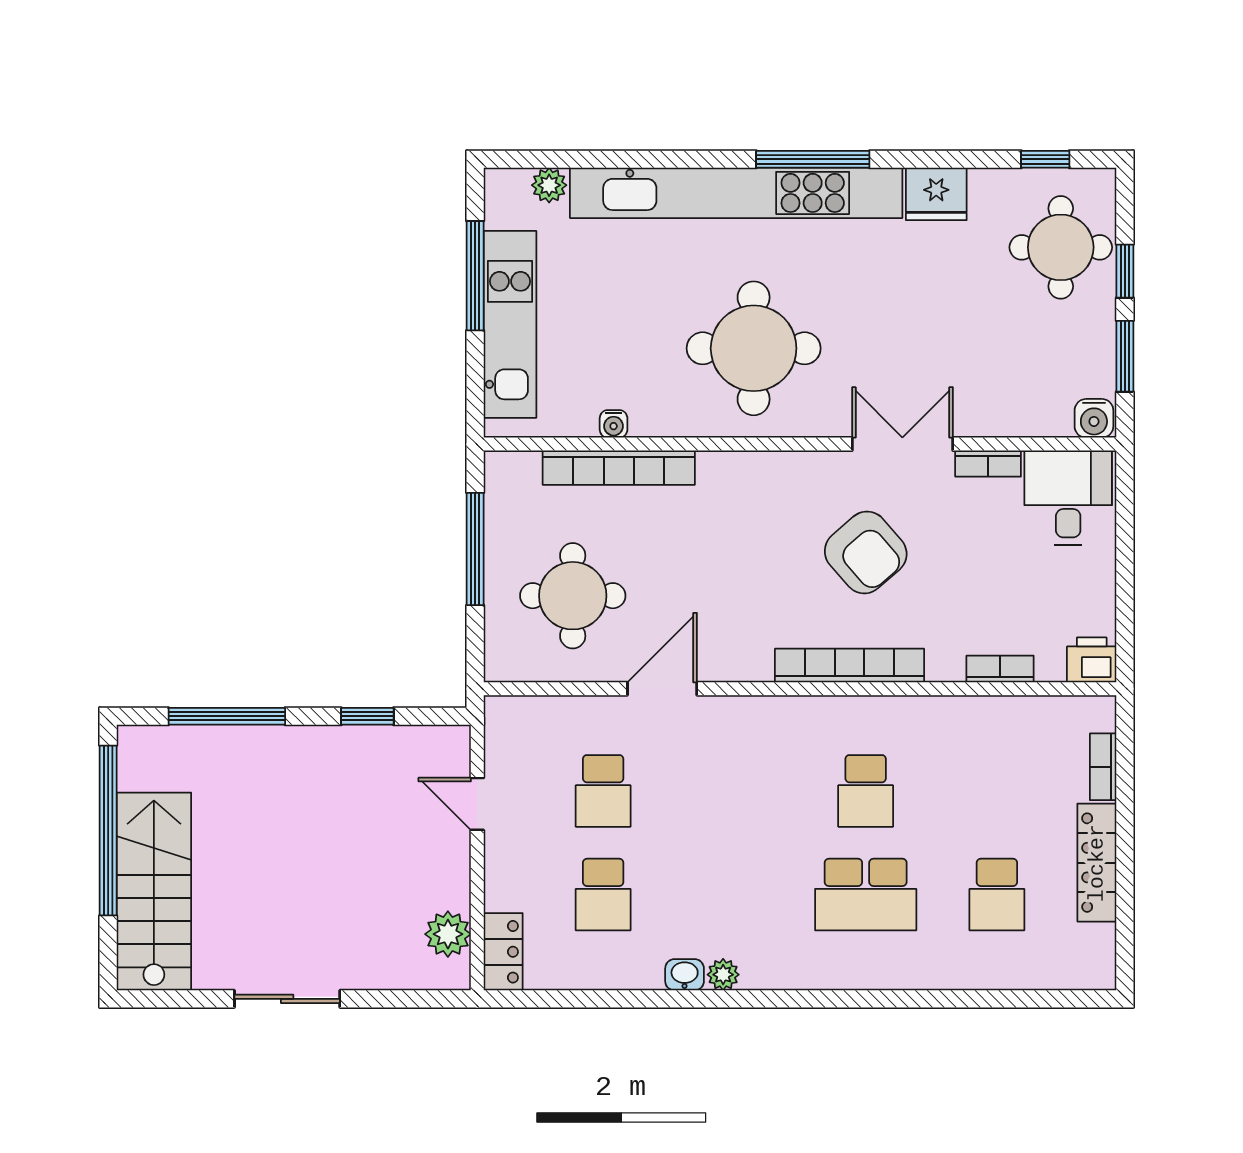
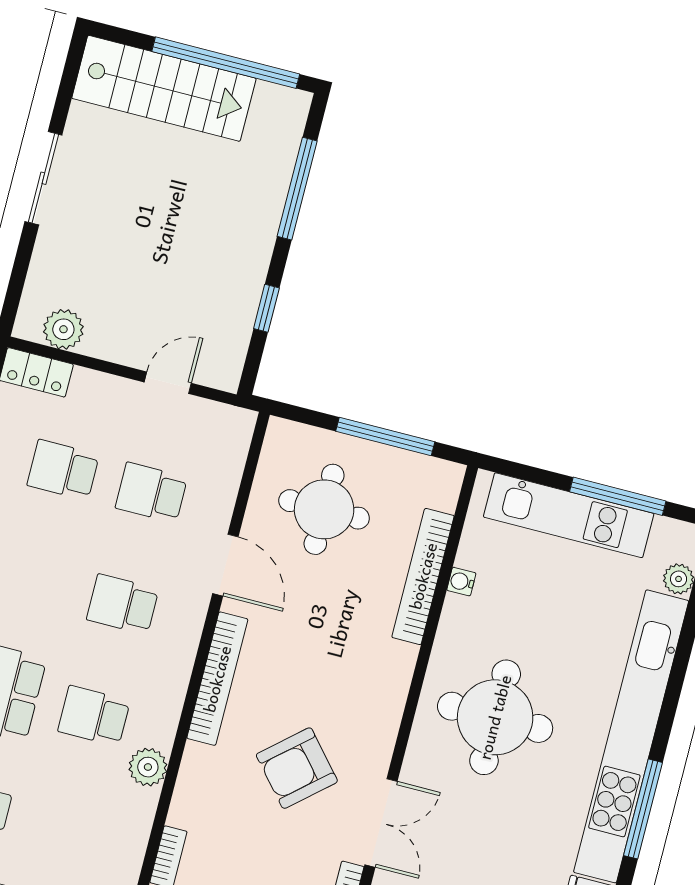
bookcase: (849, 666) -> (217, 679), moved
plant: (907, 717) -> (148, 767), added
school desk: (734, 791) -> (123, 604), added

